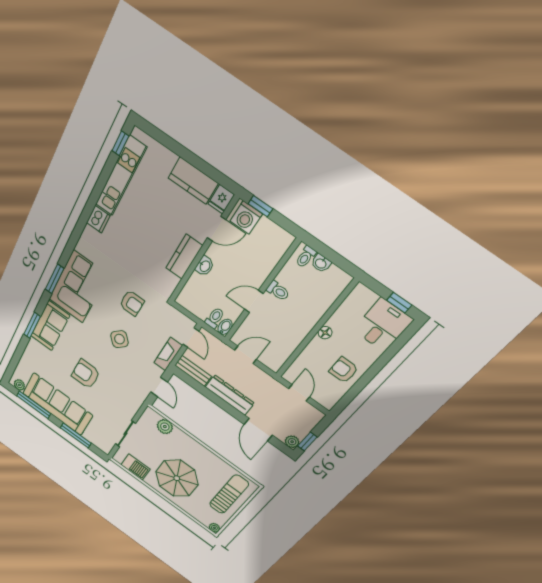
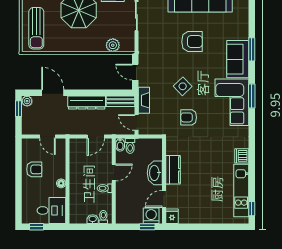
kitchen counter: (193, 181) -> (195, 216), removed
washbasin: (205, 266) -> (155, 173), width x1.91, depth x1.45
desk: (383, 325) -> (51, 210), moved, turned -90

